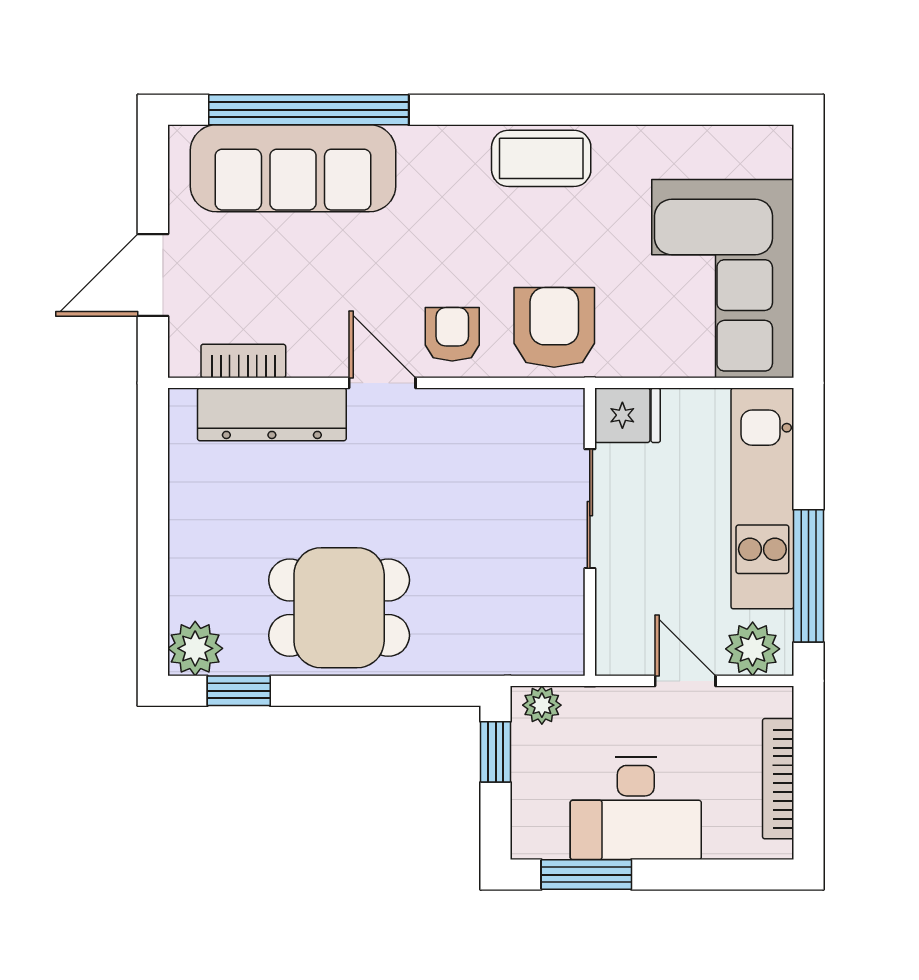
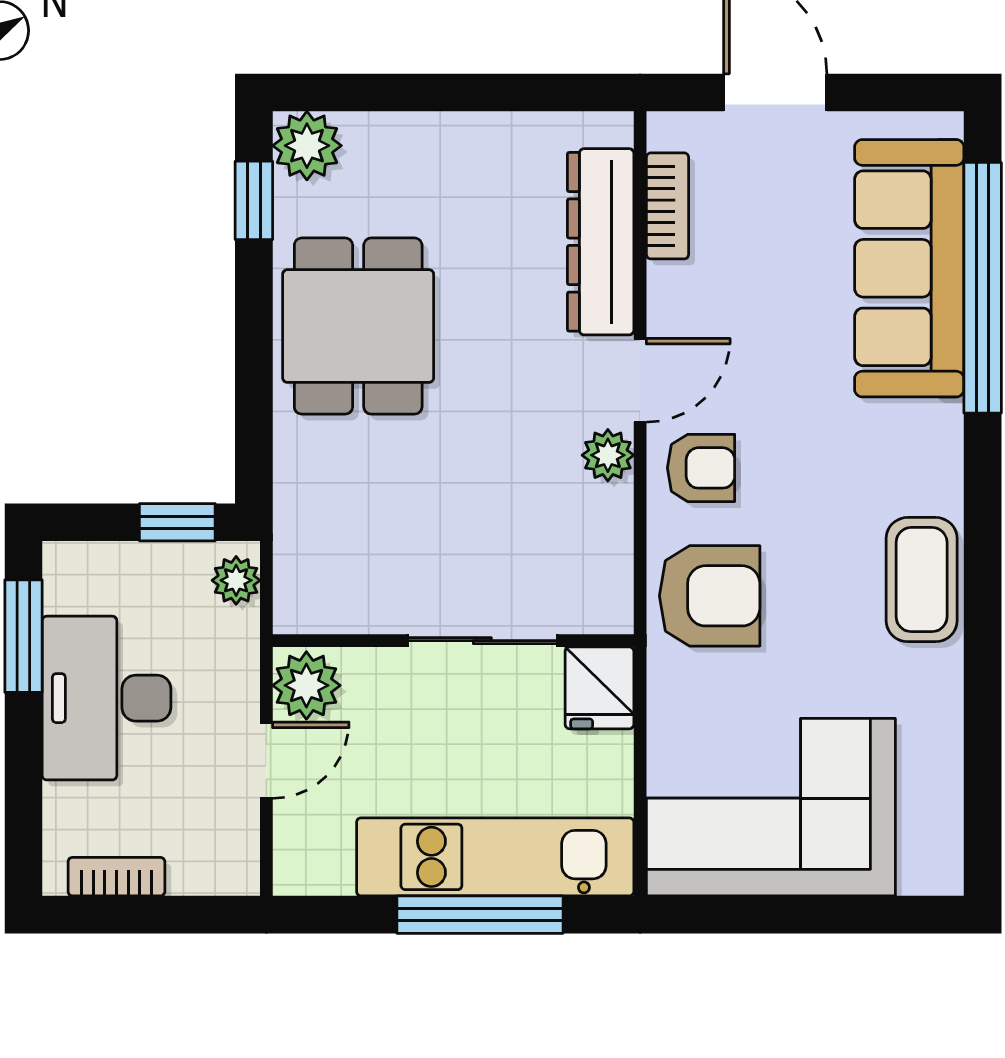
plant: (442, 409) -> (608, 455), added
window: (808, 576) -> (480, 915), moved
plant: (753, 649) -> (306, 685), moved
bookcase: (778, 779) -> (116, 877), width x0.64

